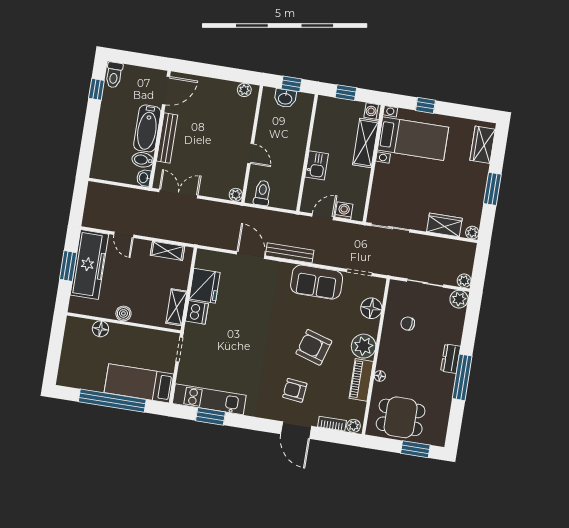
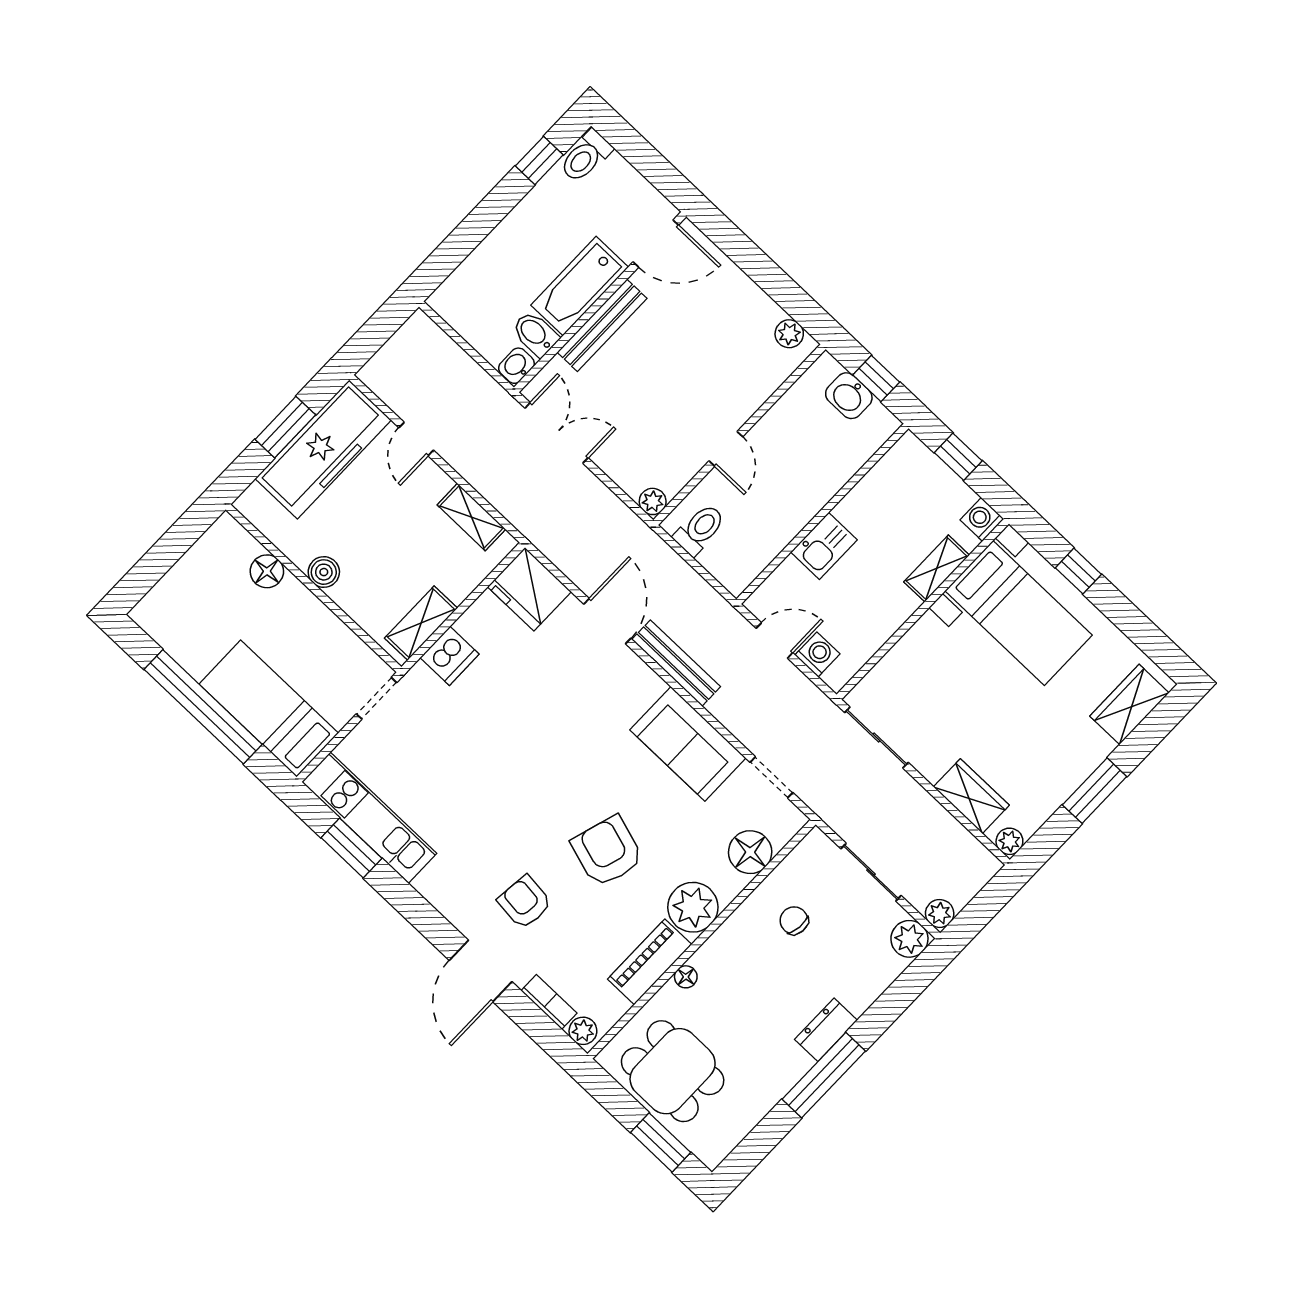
shelving: (366, 143) -> (937, 568), width x0.67, depth x0.75
fridge: (205, 286) -> (529, 589), moved, turned 90

